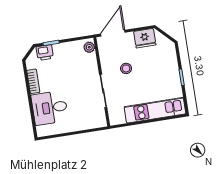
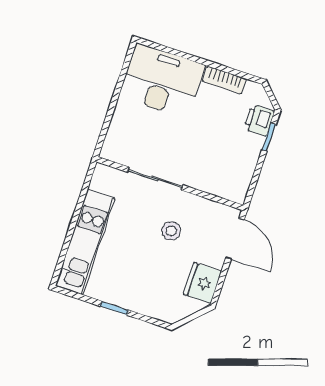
plant: (89, 47) -> (232, 192), removed
desk: (50, 108) -> (162, 81), width x1.37

